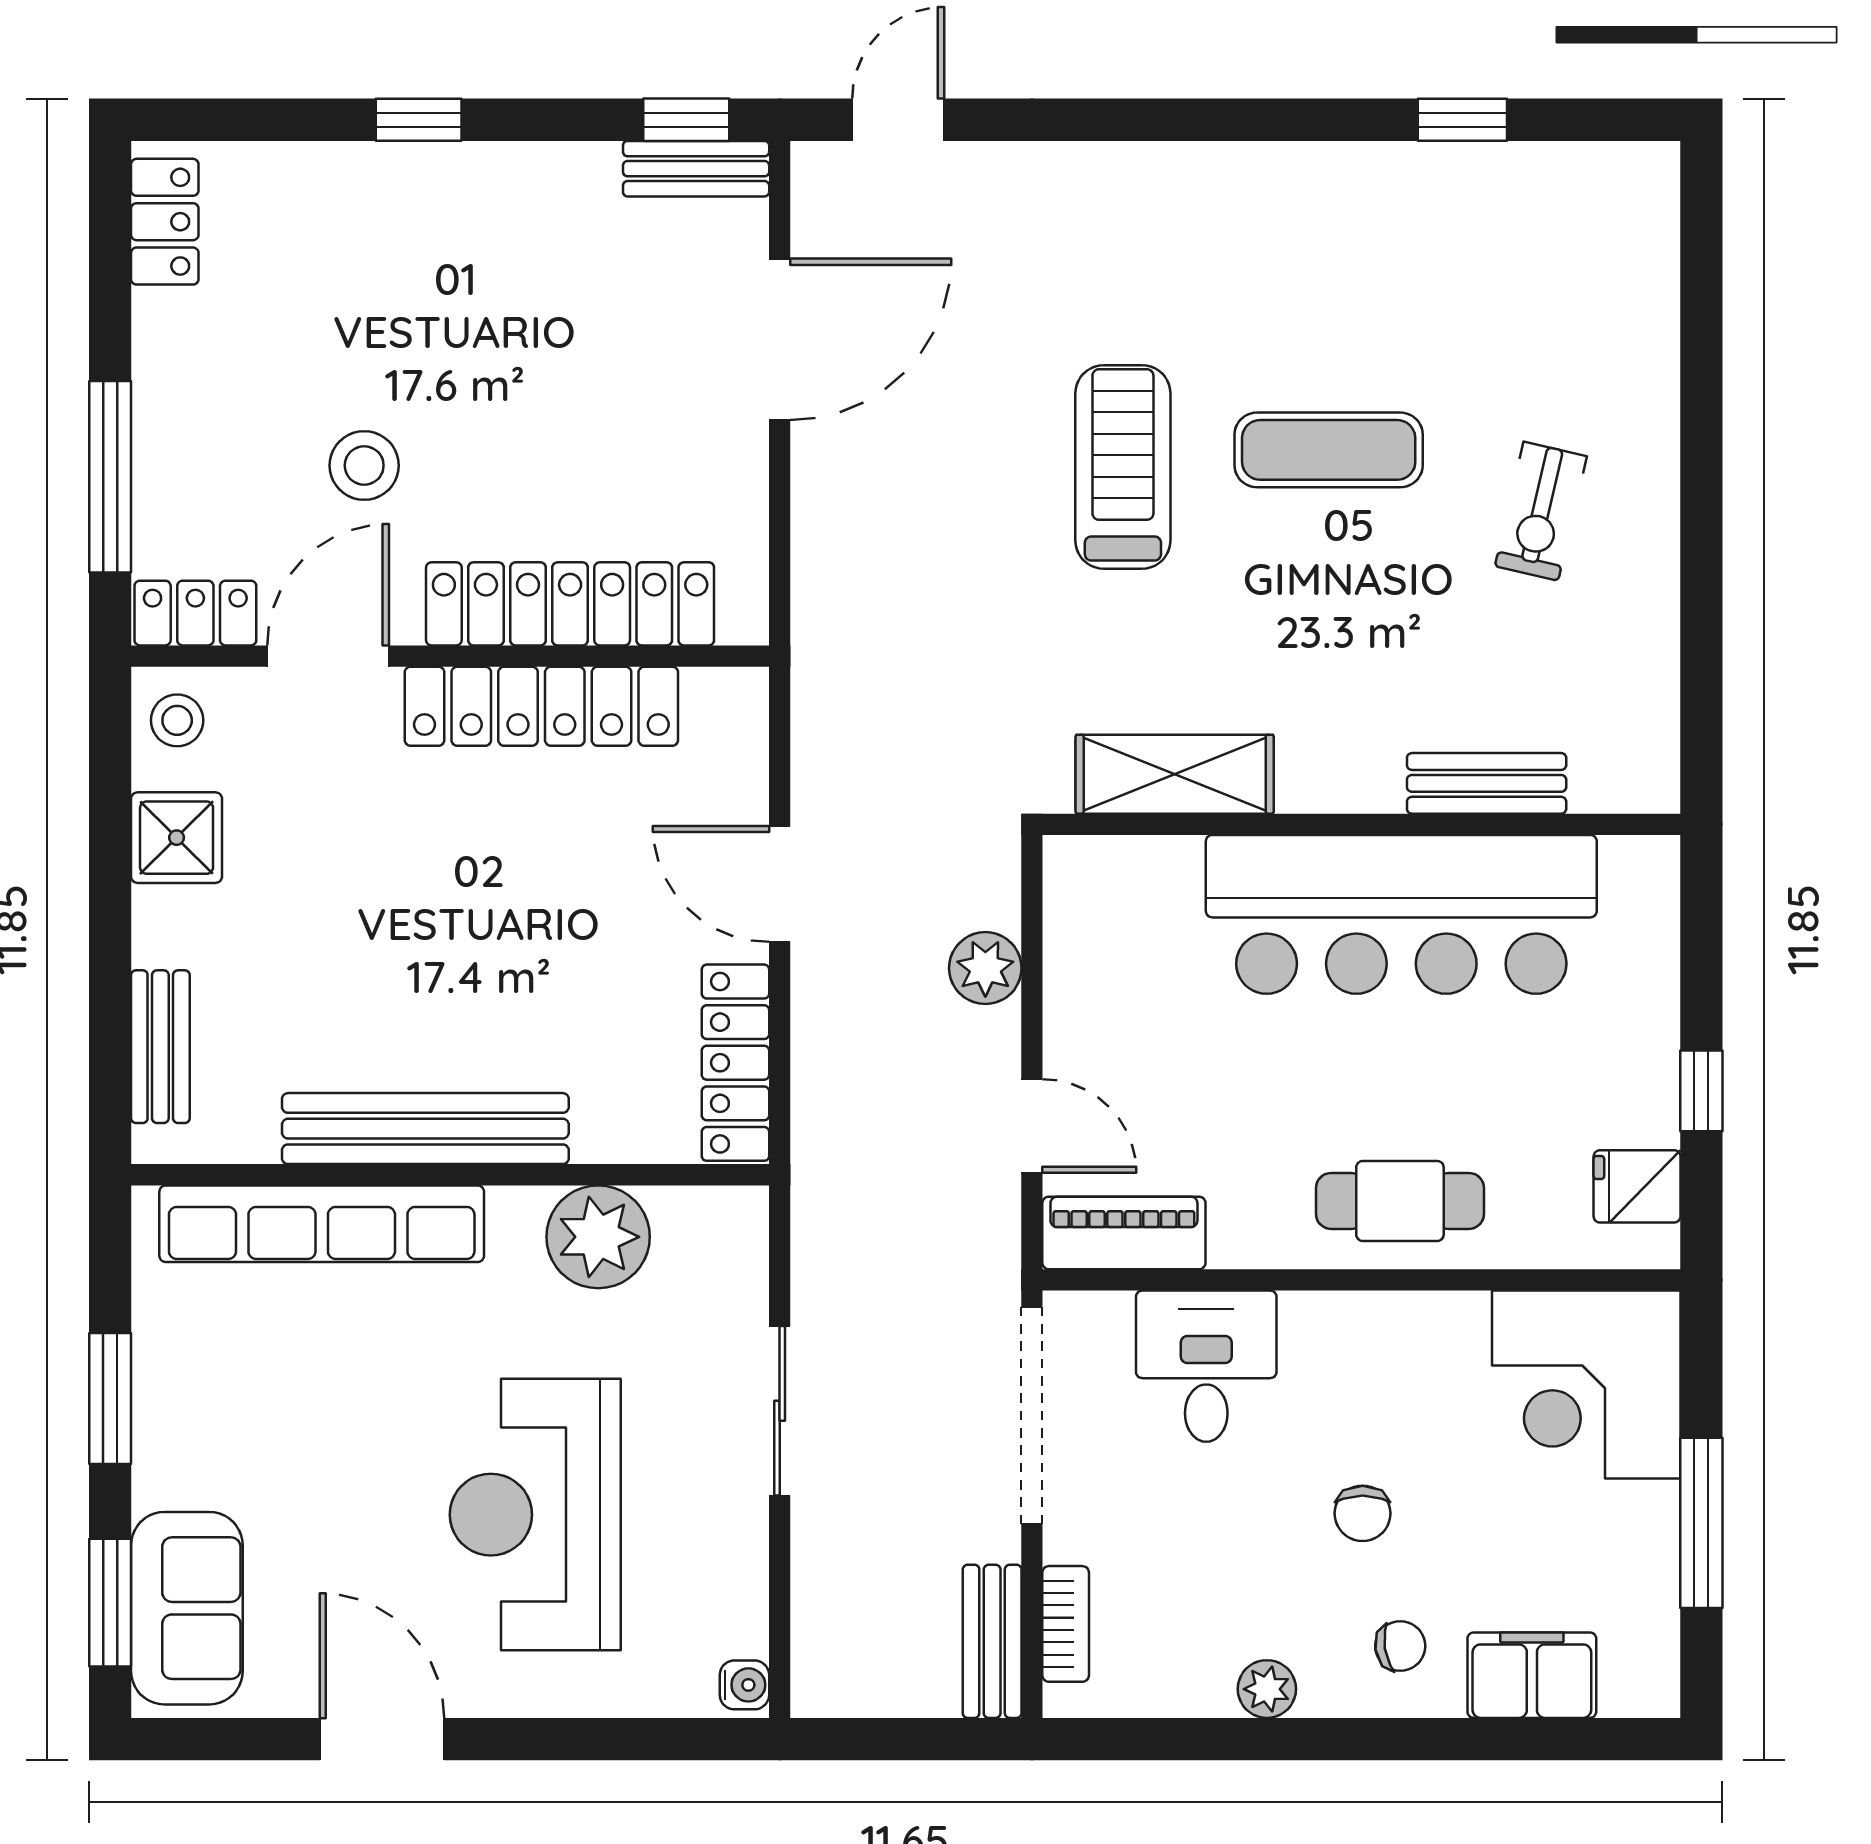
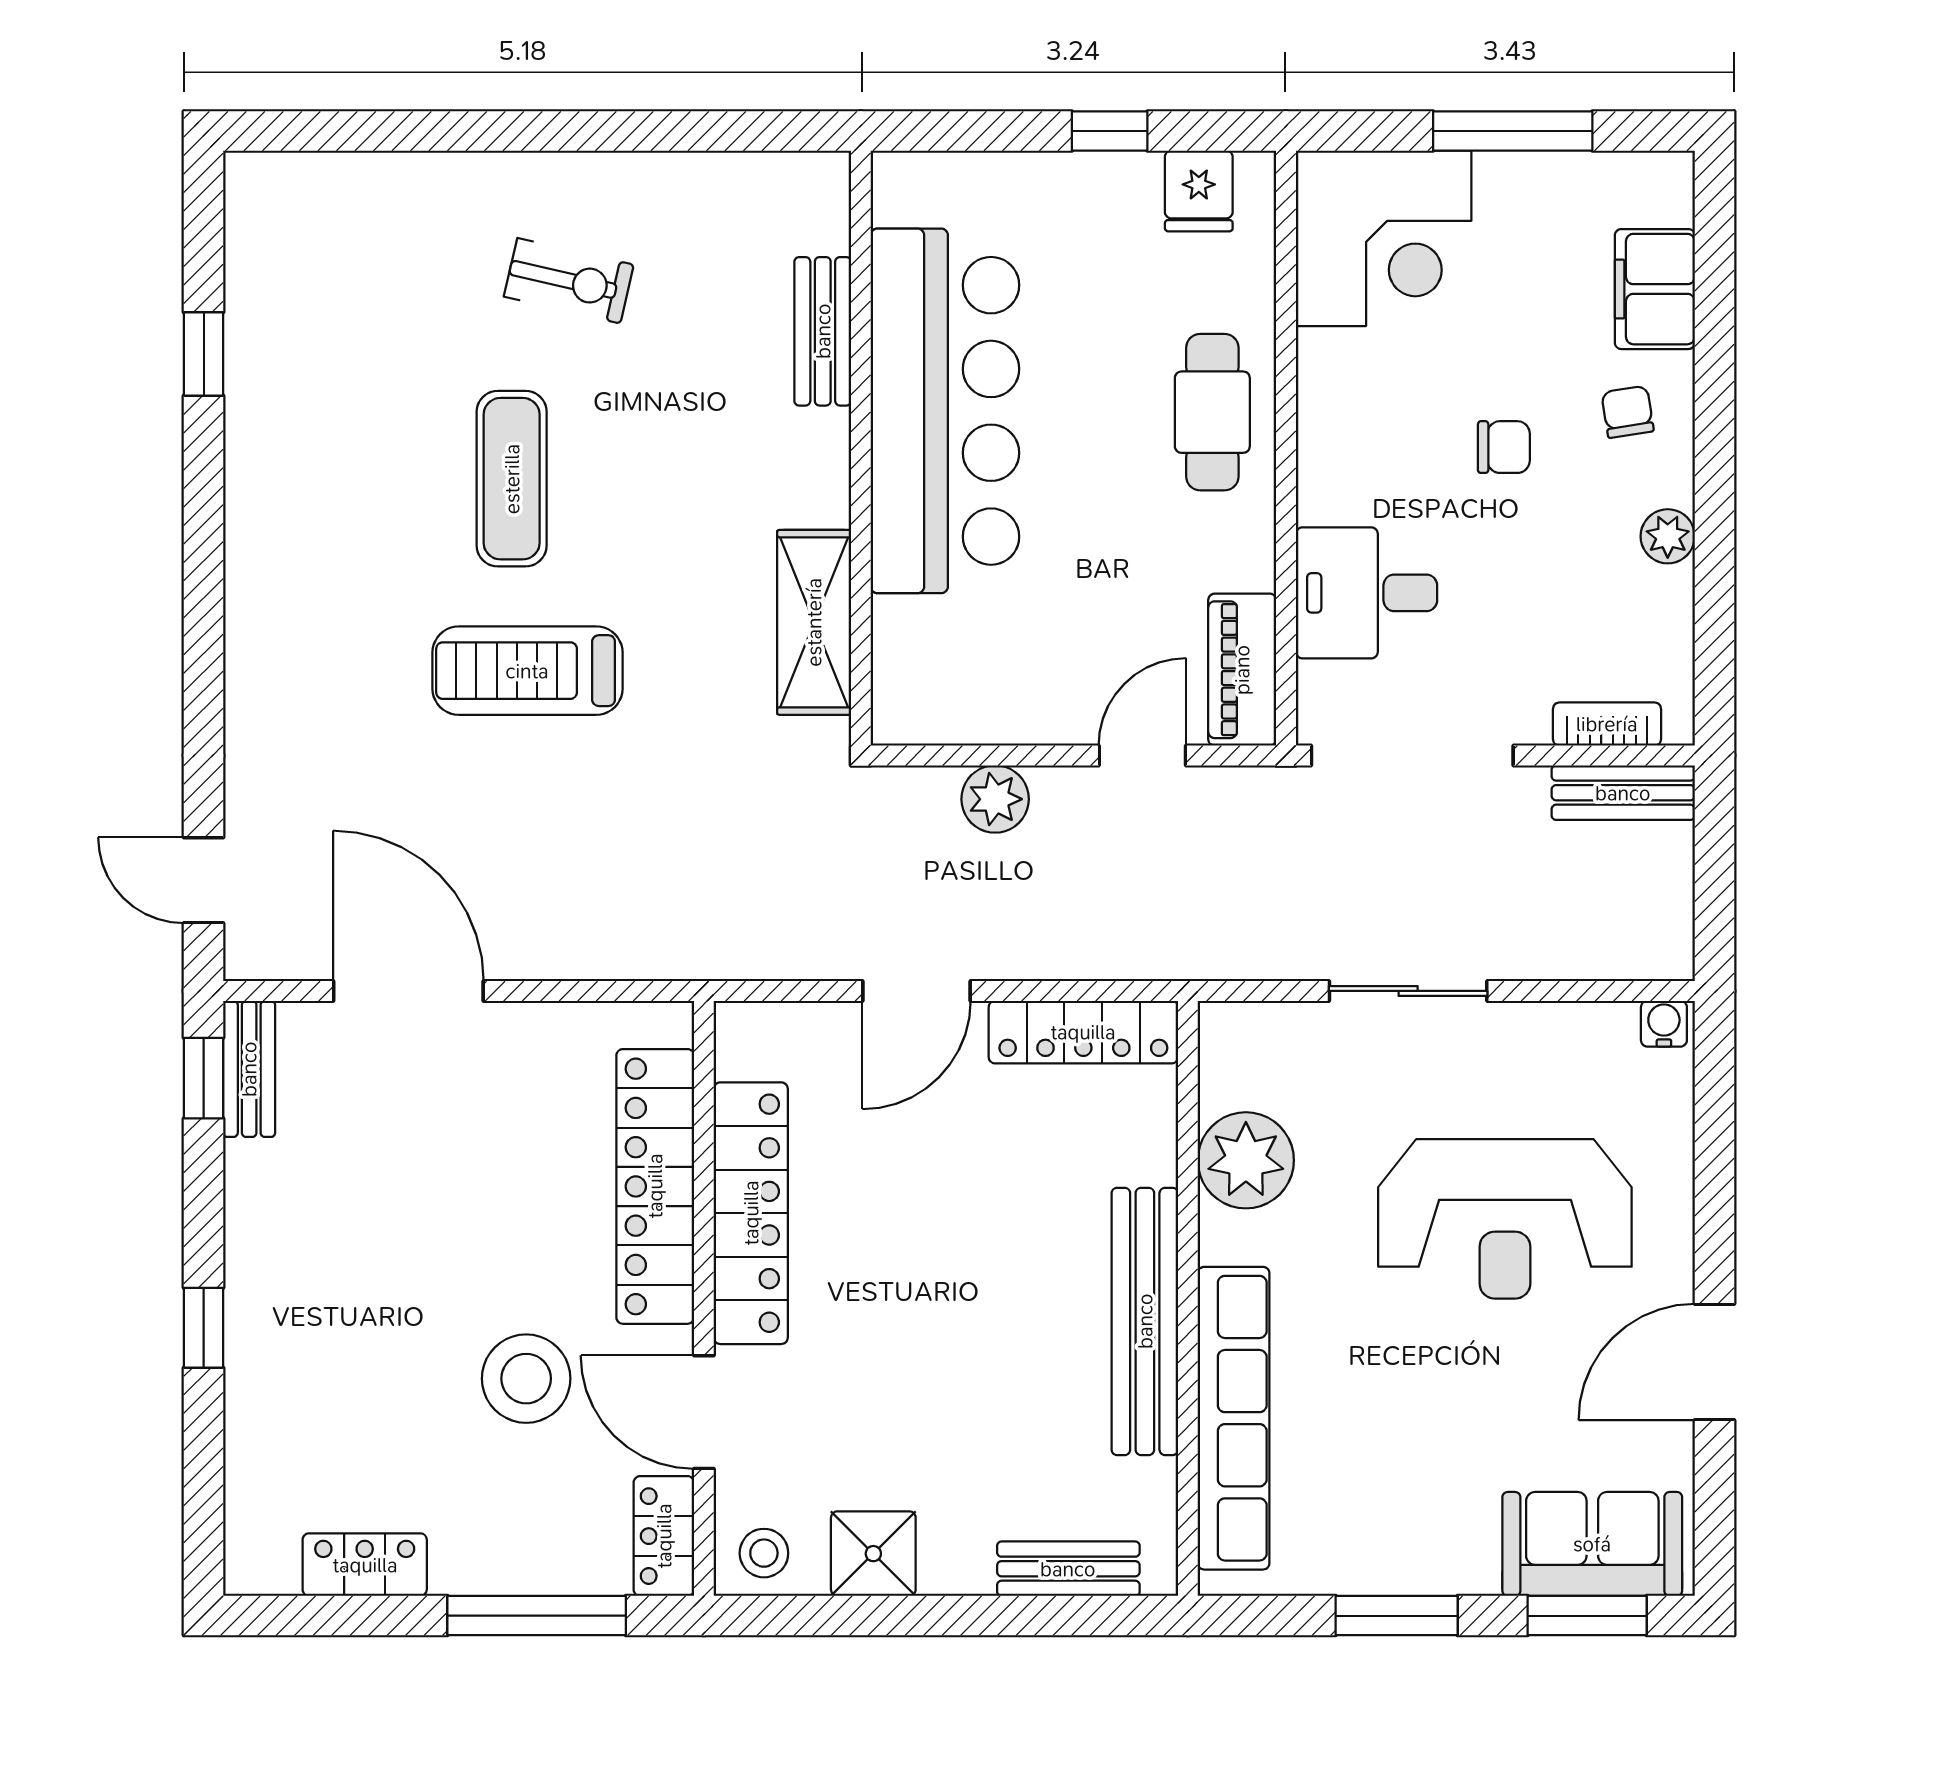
locker: (165, 222) -> (365, 1565), moved
stool: (364, 465) -> (526, 1379), width x1.38, depth x1.38

